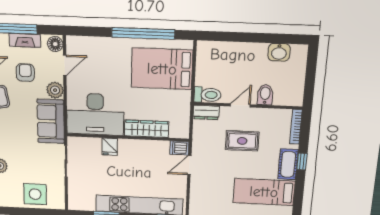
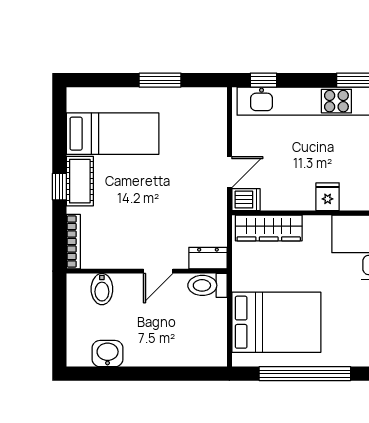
bidet: (265, 95) -> (102, 289), moved
wardrobe: (147, 129) -> (269, 228), moved
rug: (242, 141) -> (152, 215), removed
fridge: (110, 147) -> (328, 197), moved

